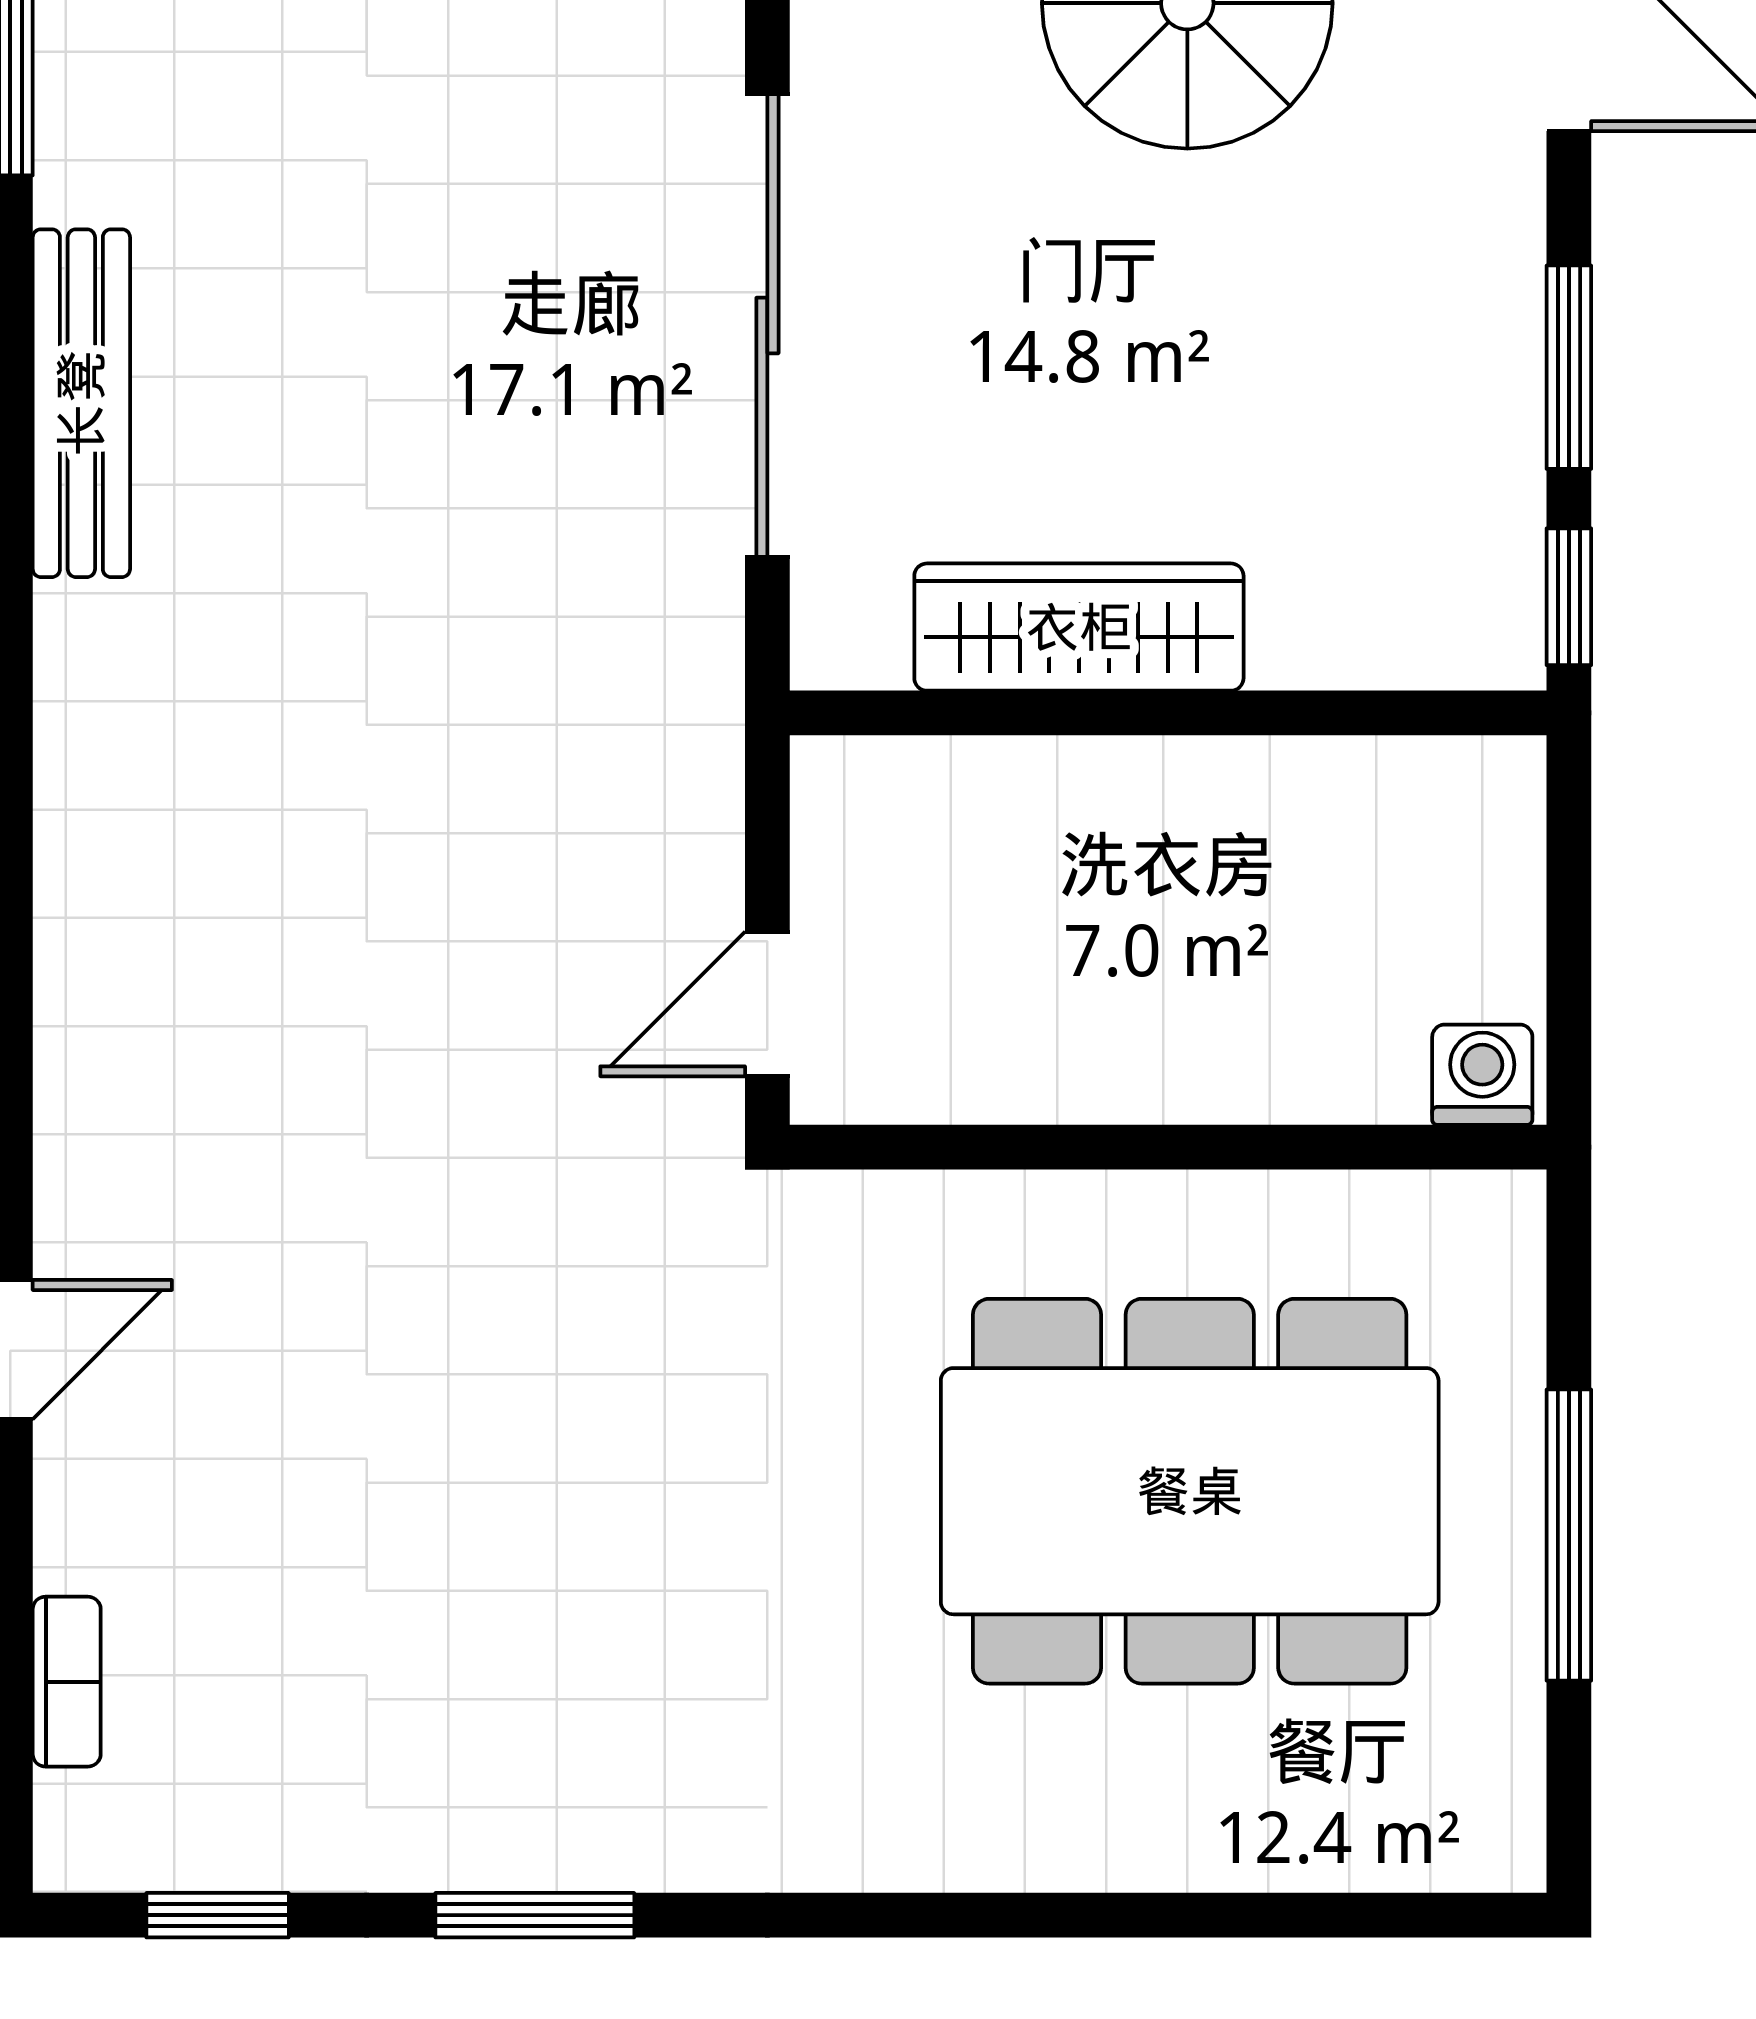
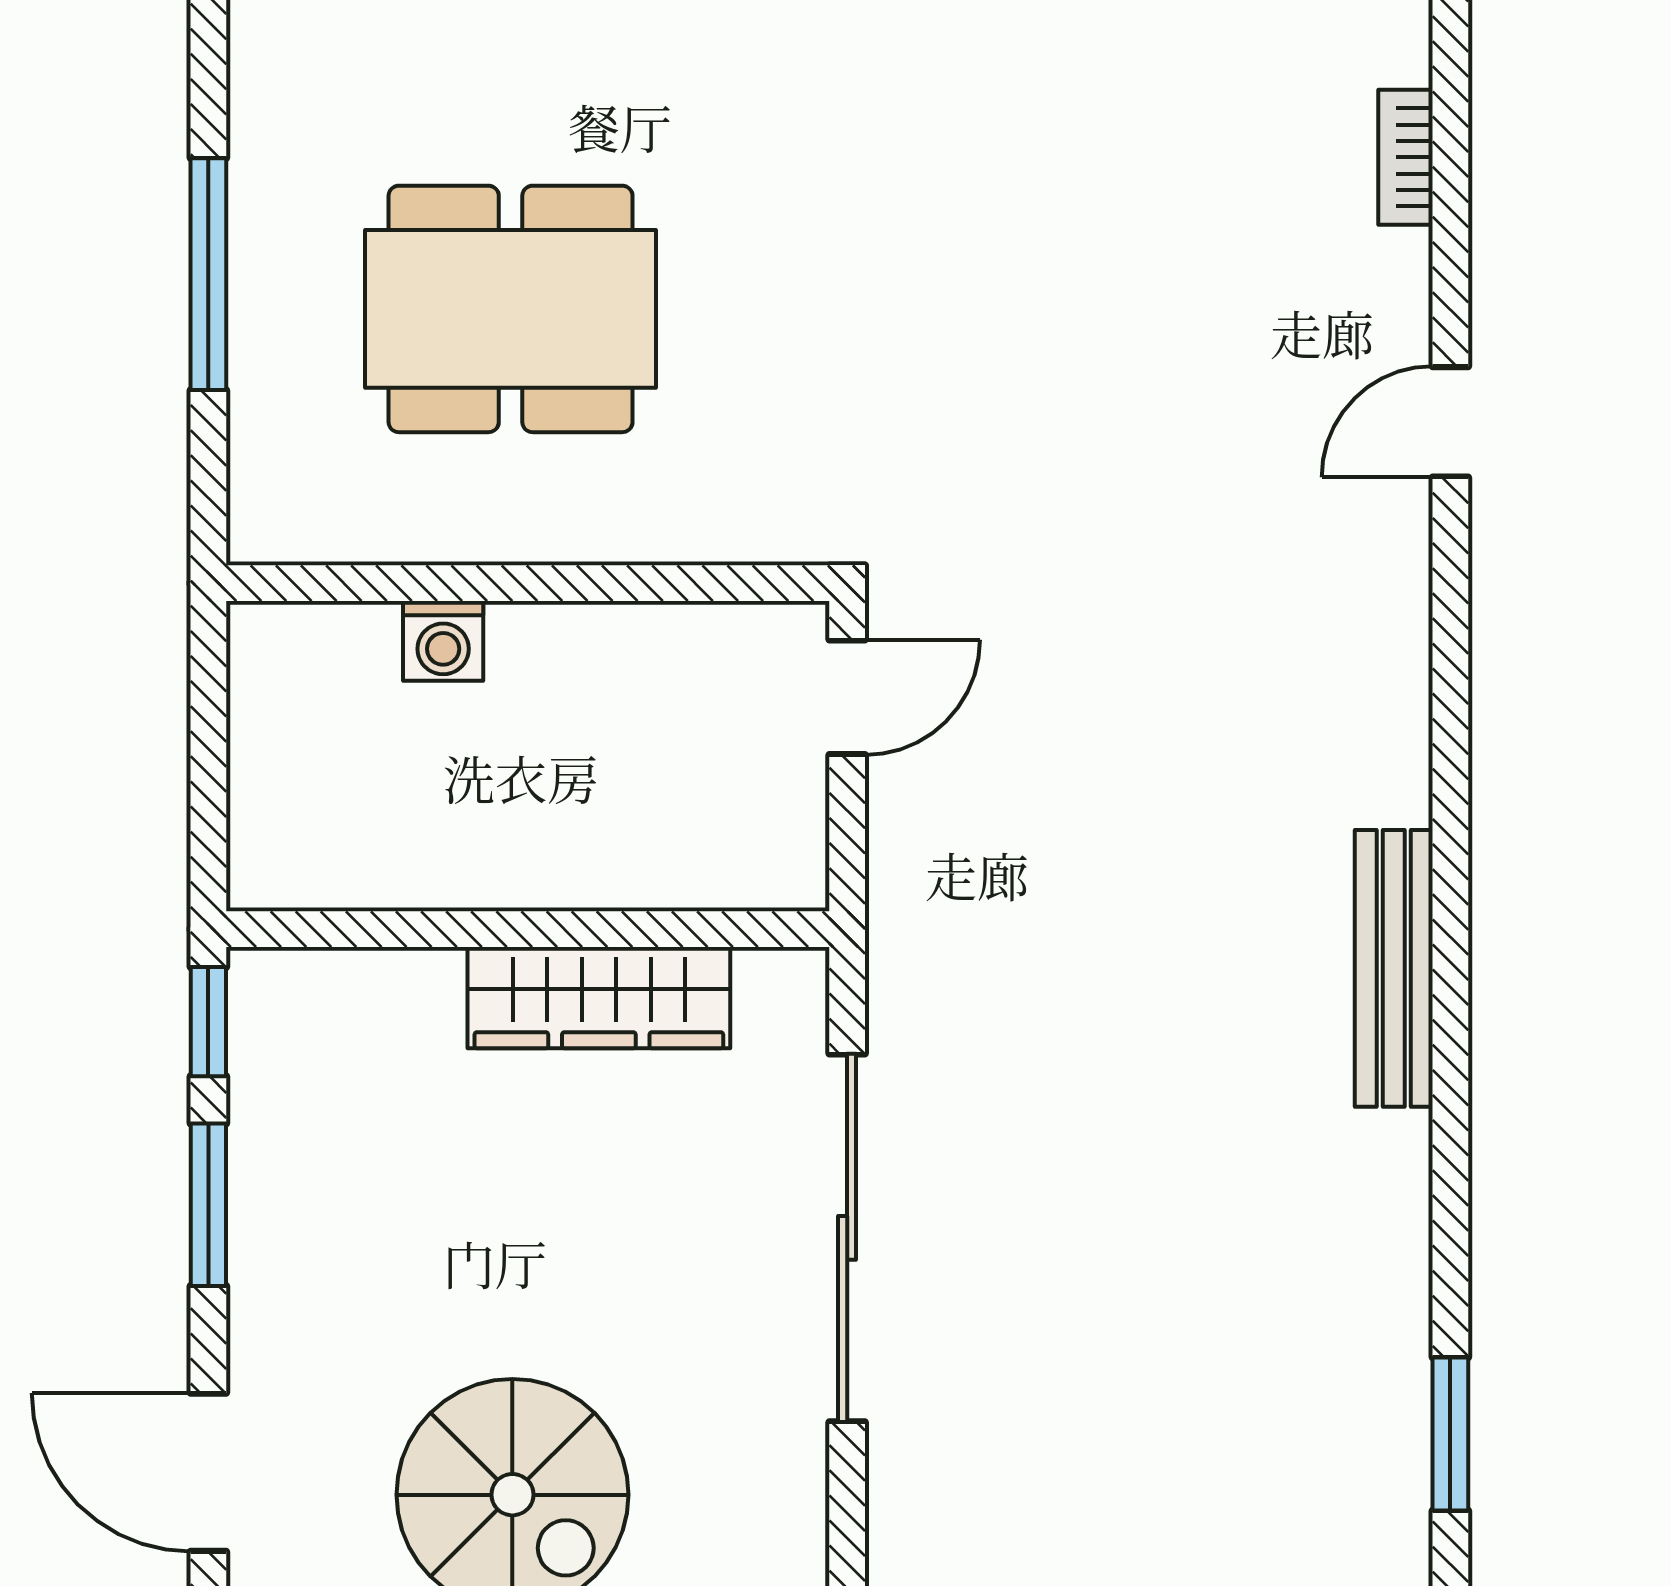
bench: (81, 403) -> (1394, 968), moved
washing machine: (1482, 1075) -> (443, 641), moved
dining table: (1190, 1491) -> (511, 309), width x0.73, depth x0.80

